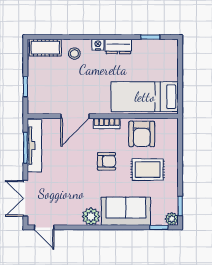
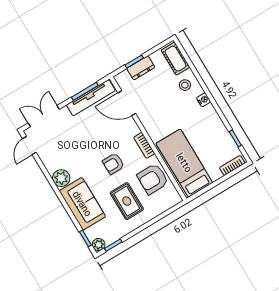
dresser: (118, 46) -> (141, 68), moved, turned -90
bookcase: (173, 55) -> (232, 165), added
door: (75, 116) -> (127, 103), moved
armchair: (106, 161) -> (113, 164), turned 90

